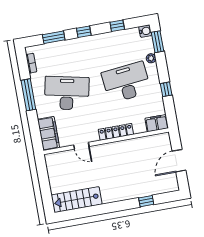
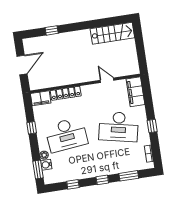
water cooler: (145, 31) -> (46, 165), moved
window: (28, 95) -> (152, 126), width x0.46
locker: (116, 132) -> (66, 93), moved

